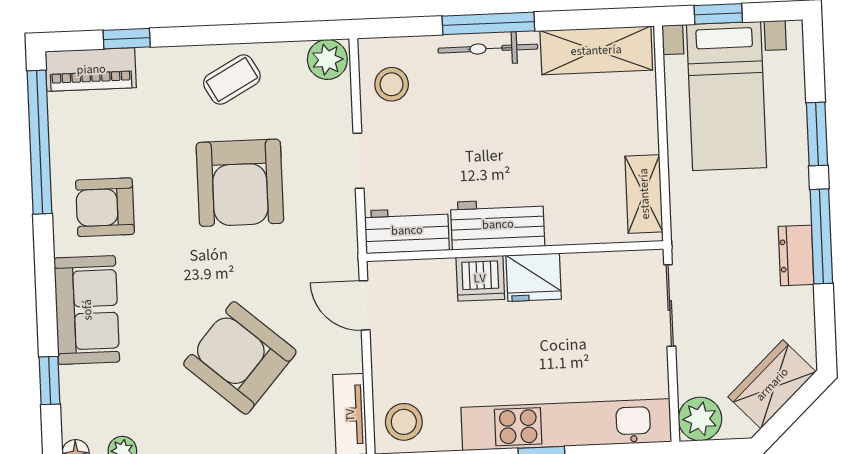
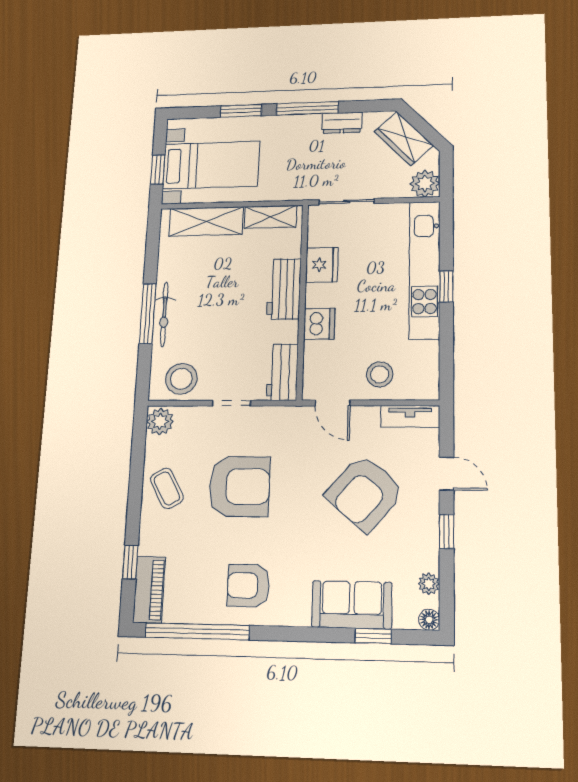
shelving: (596, 50) -> (206, 221), moved, turned 90
stool: (392, 84) -> (181, 379), width x1.38, depth x1.38
armchair: (105, 207) -> (248, 585), turned 90
workbench: (498, 224) -> (284, 289), moved
dresser: (796, 255) -> (342, 123), moved
fridge: (534, 277) -> (322, 265), moved
door: (365, 305) -> (333, 403), hinge flipped
sofa: (87, 310) -> (352, 605), moved
stool: (404, 422) -> (380, 374), moved

